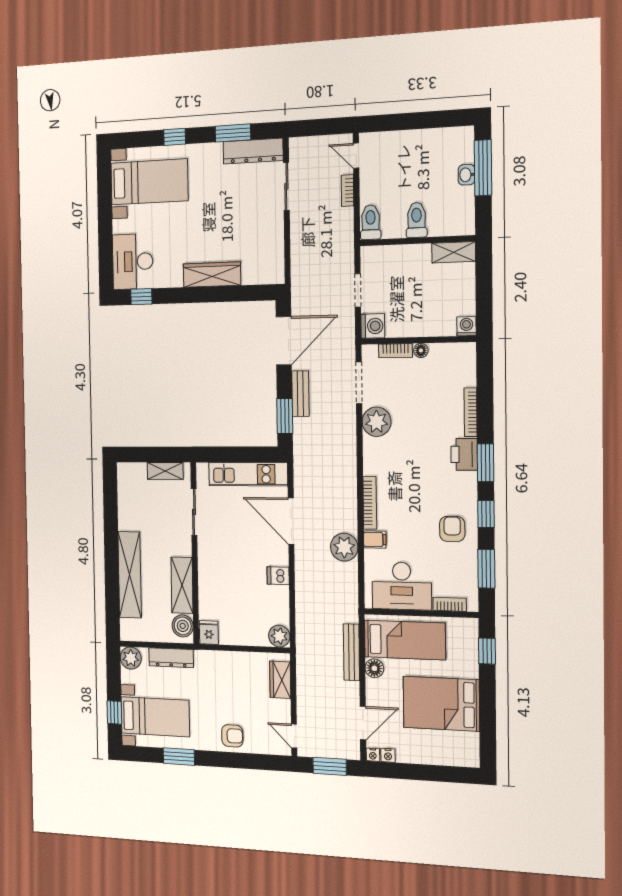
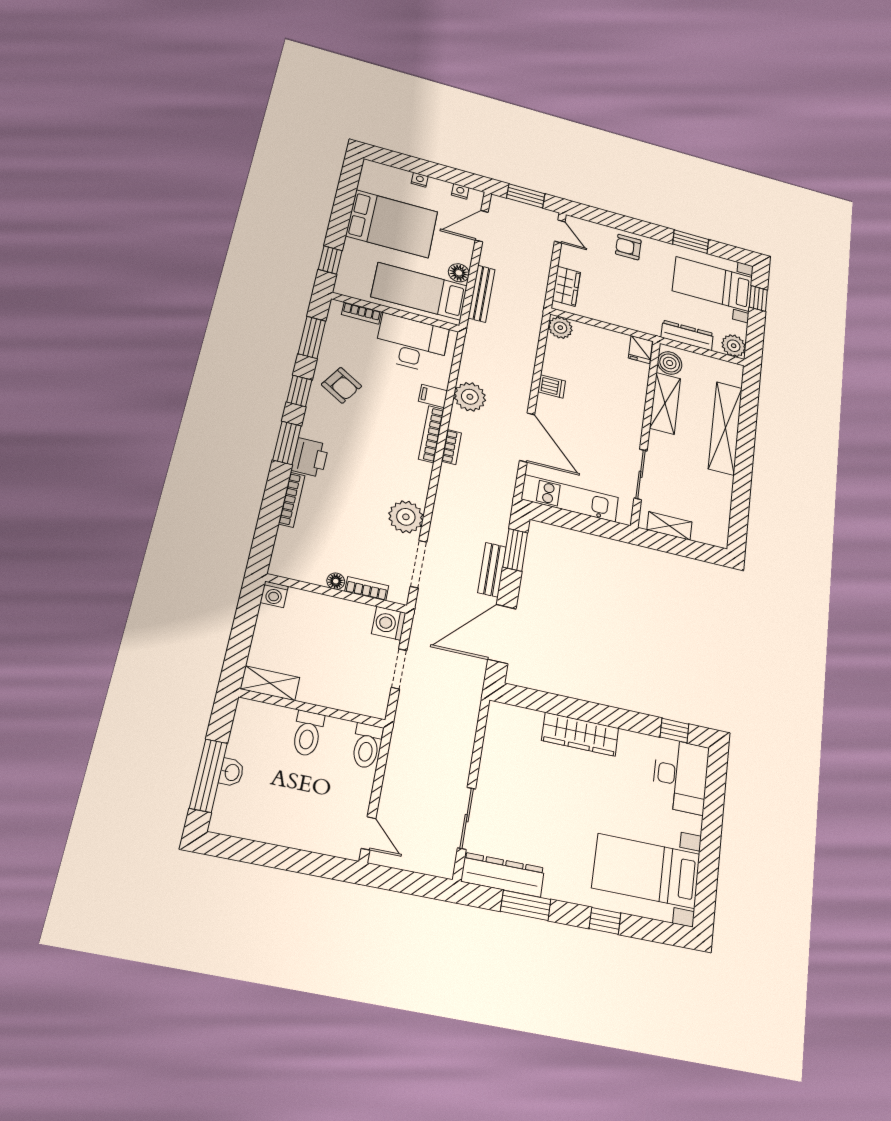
bookcase: (347, 190) -> (451, 447), moved
armchair: (452, 529) -> (341, 385), turned -58
nightstand: (373, 755) -> (420, 180), moved

